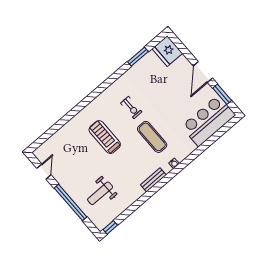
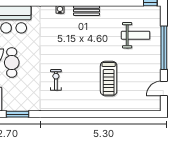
cafe table: (176, 92) -> (12, 63), added
treadmill: (105, 137) -> (109, 78), moved
exercise mat: (152, 137) -> (59, 44), removed

